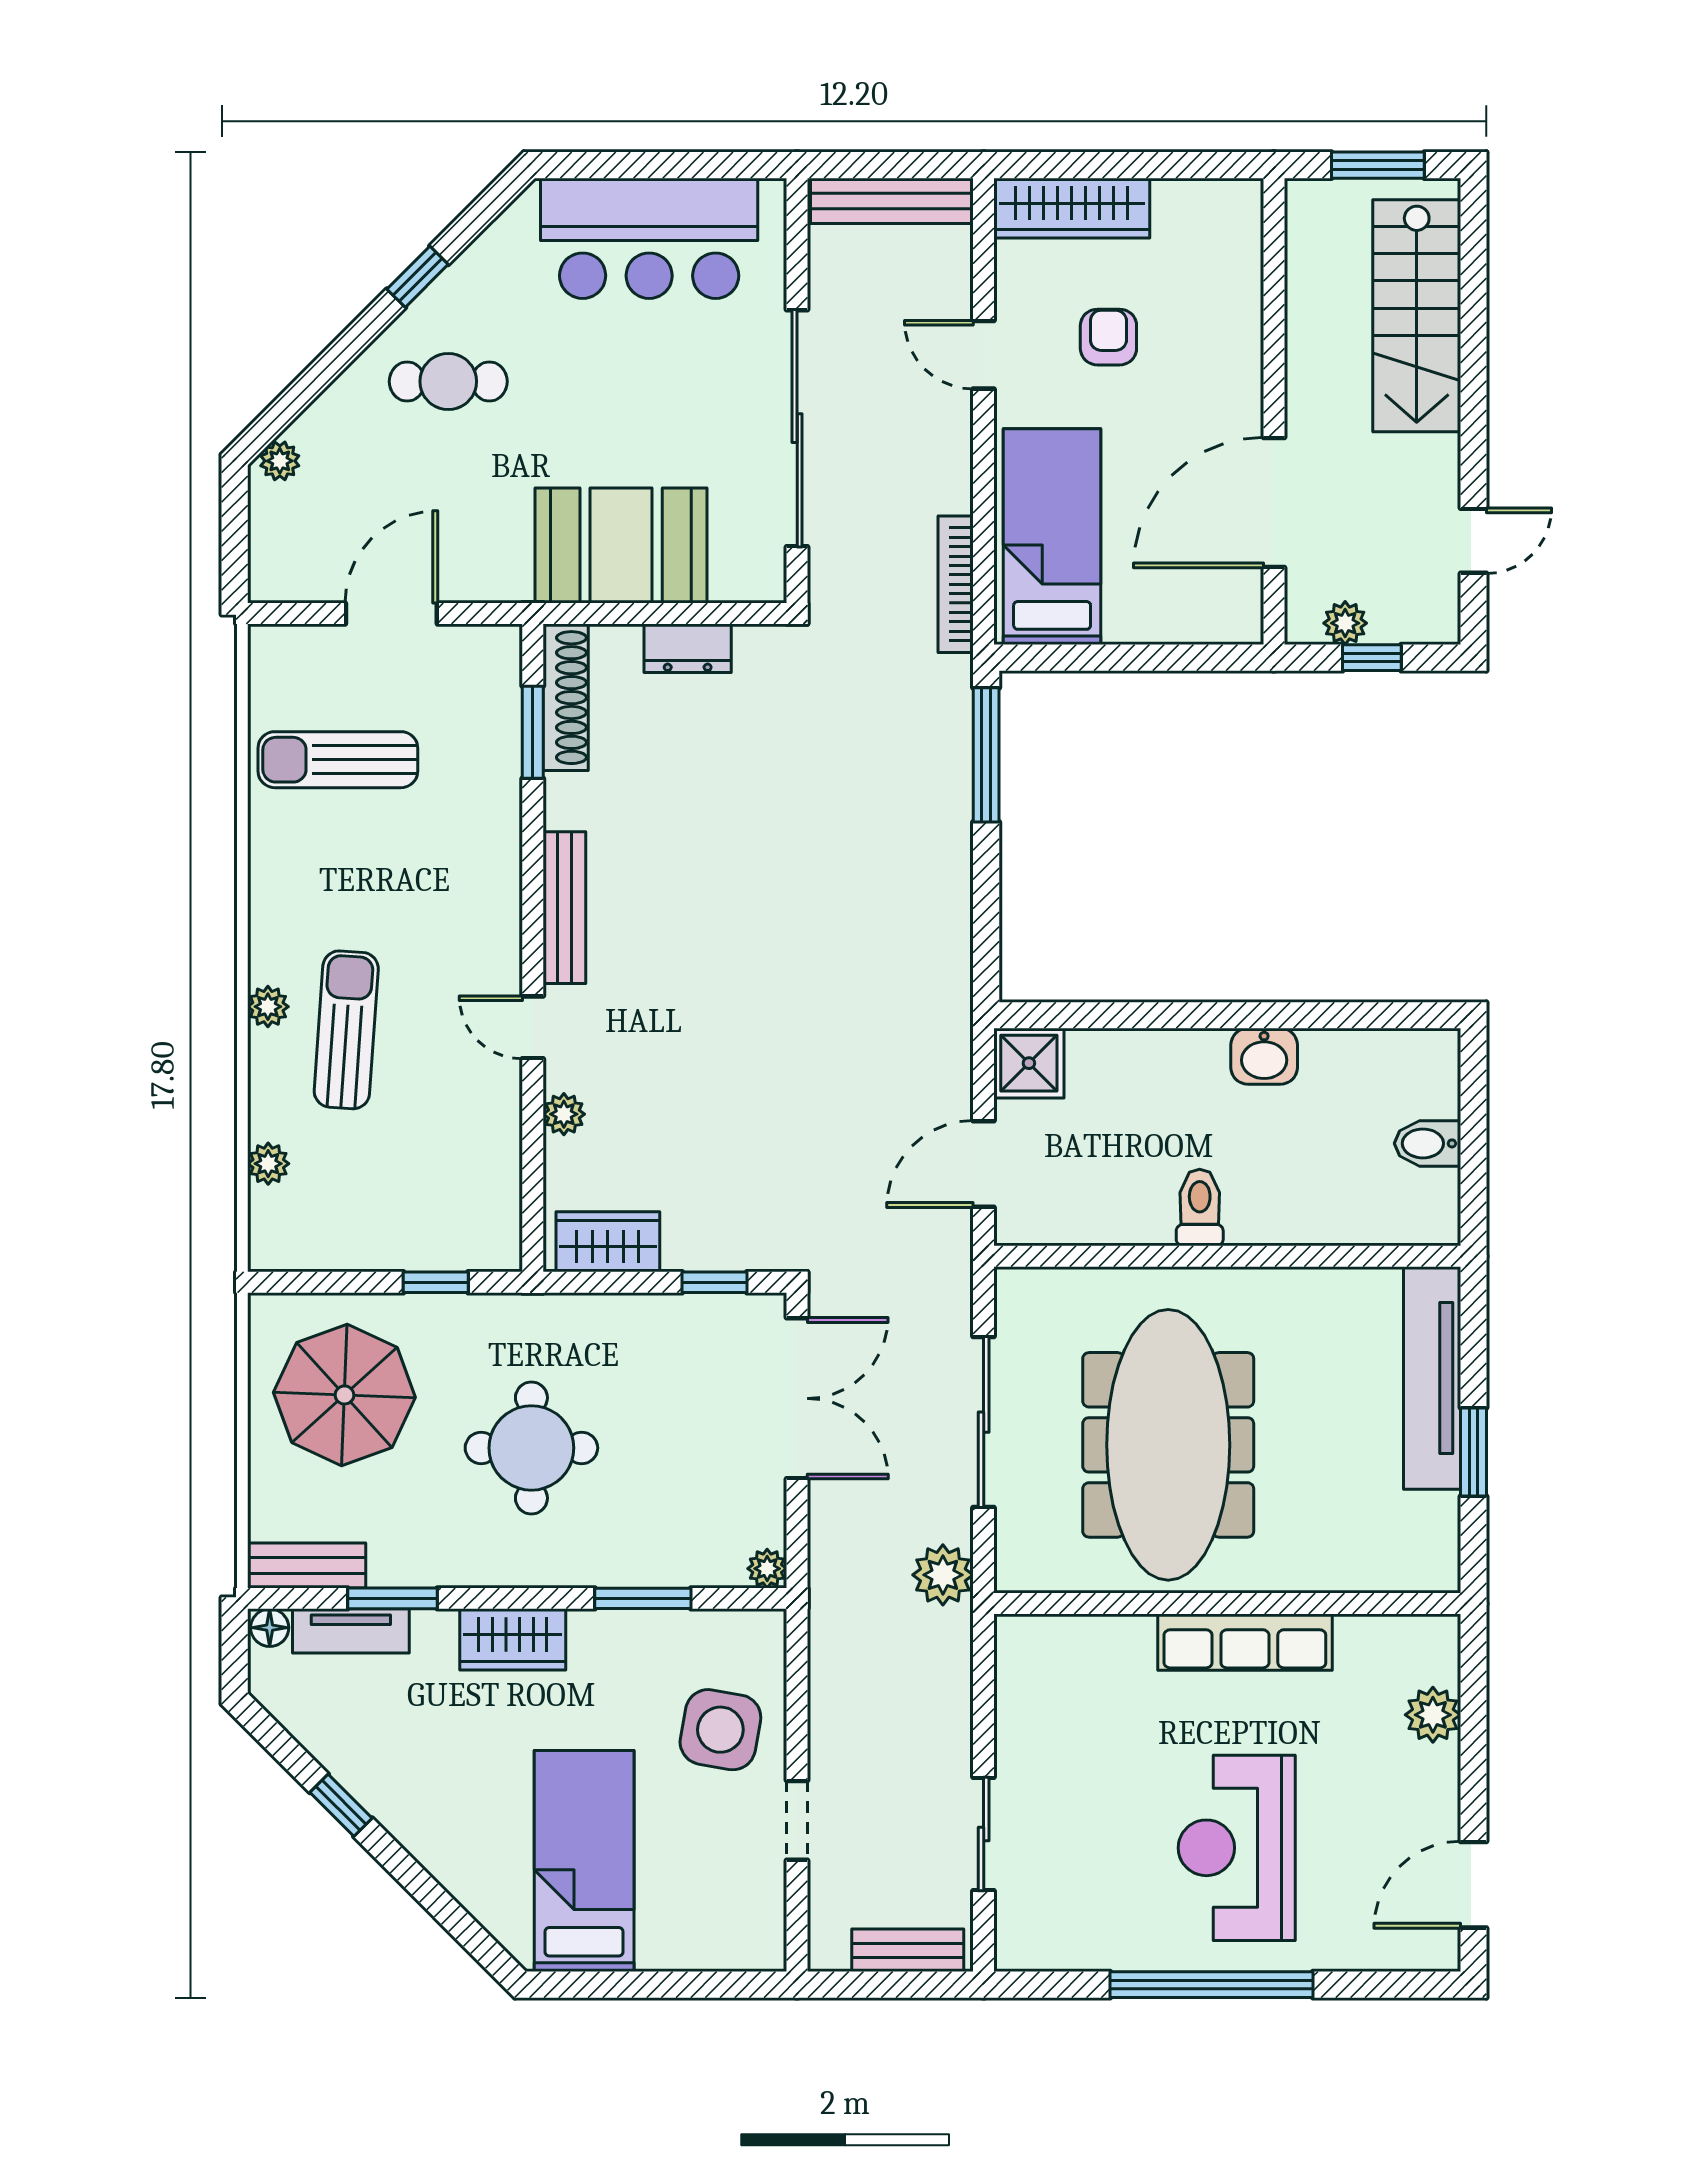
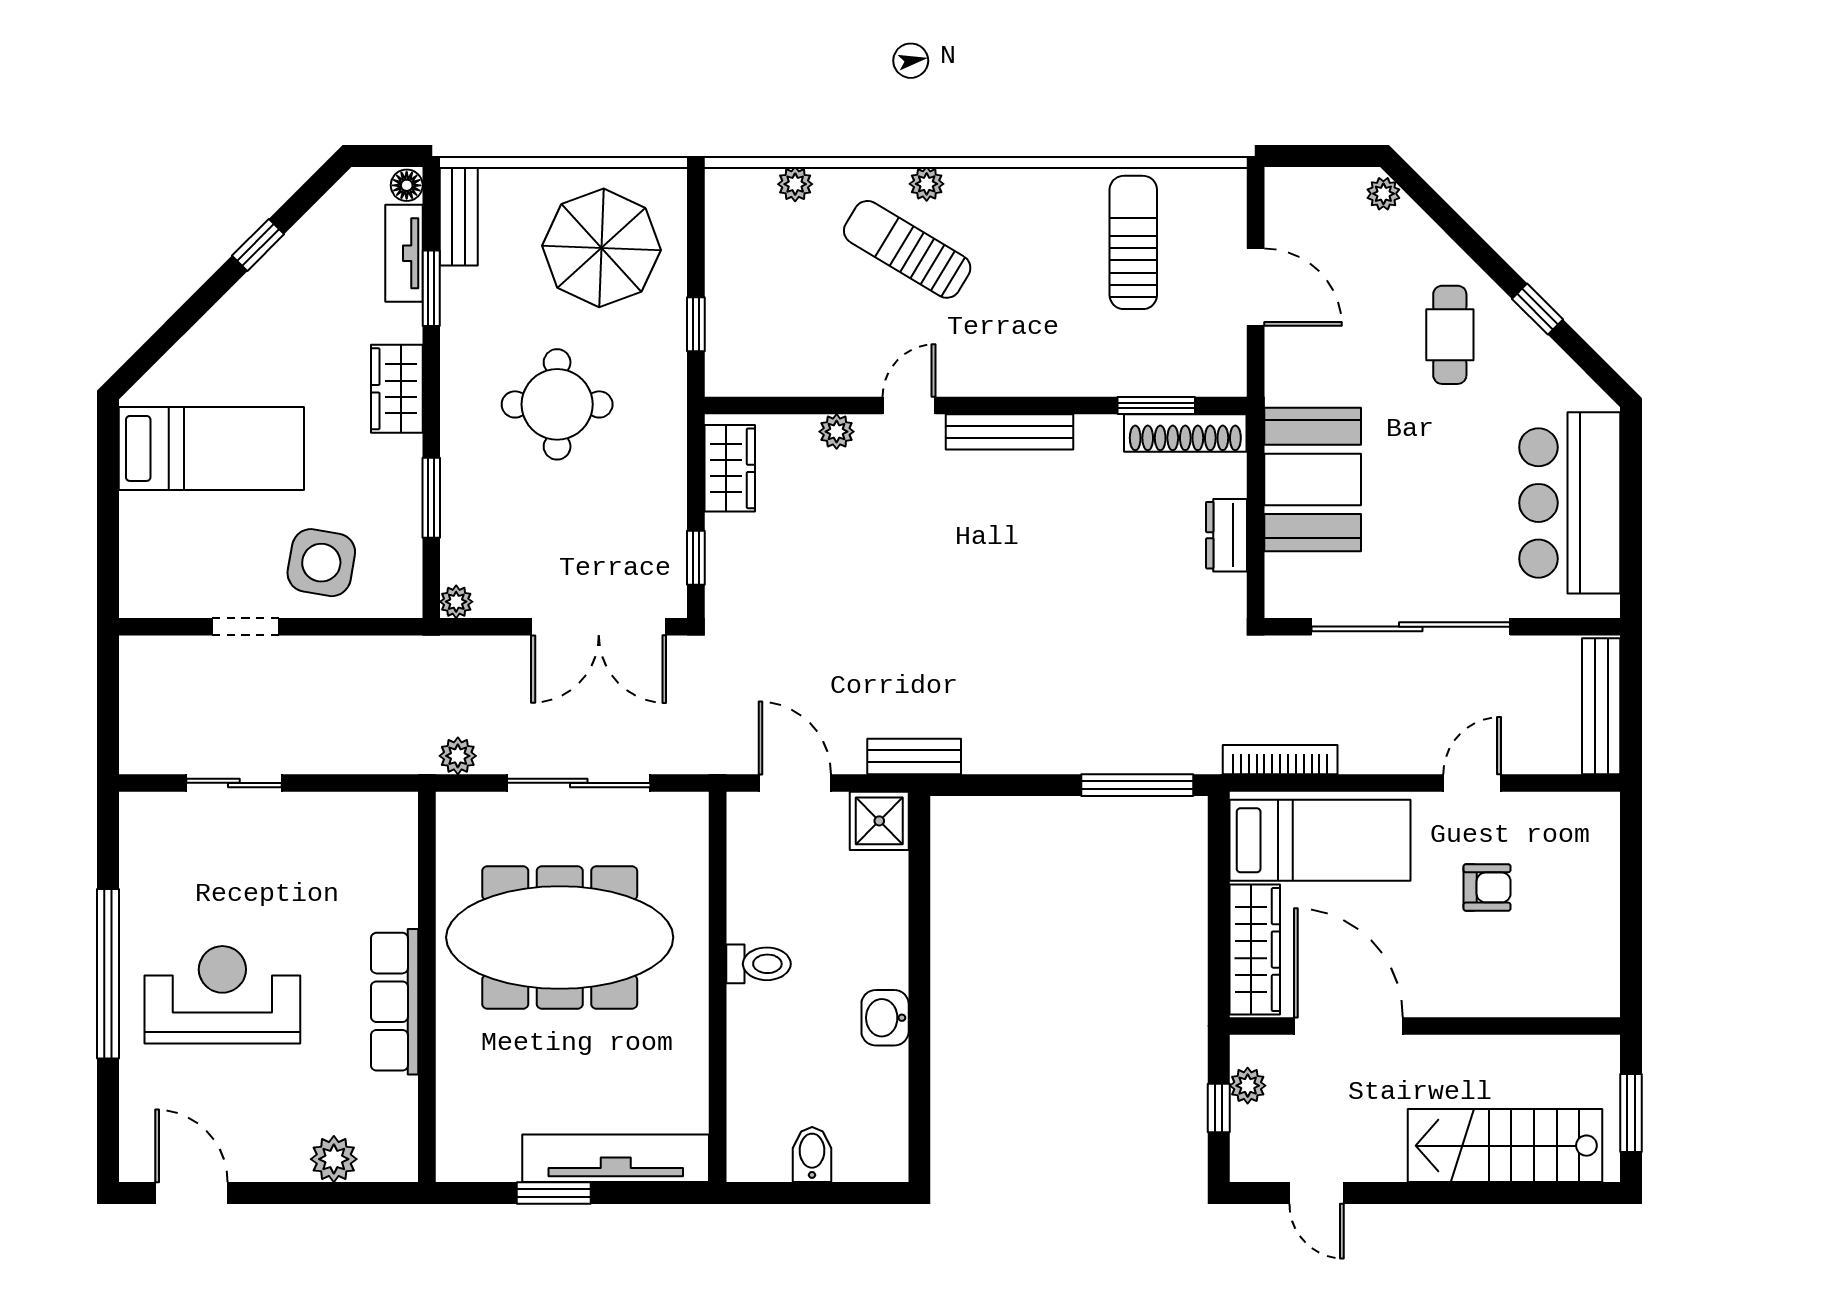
wardrobe: (1072, 208) -> (1255, 950), moved, turned 180
sun lounger: (346, 1030) -> (907, 249), turned -153
plant: (943, 1575) -> (458, 756), width x0.73, depth x0.73
bench: (908, 1950) -> (914, 756), moved, turned 90

